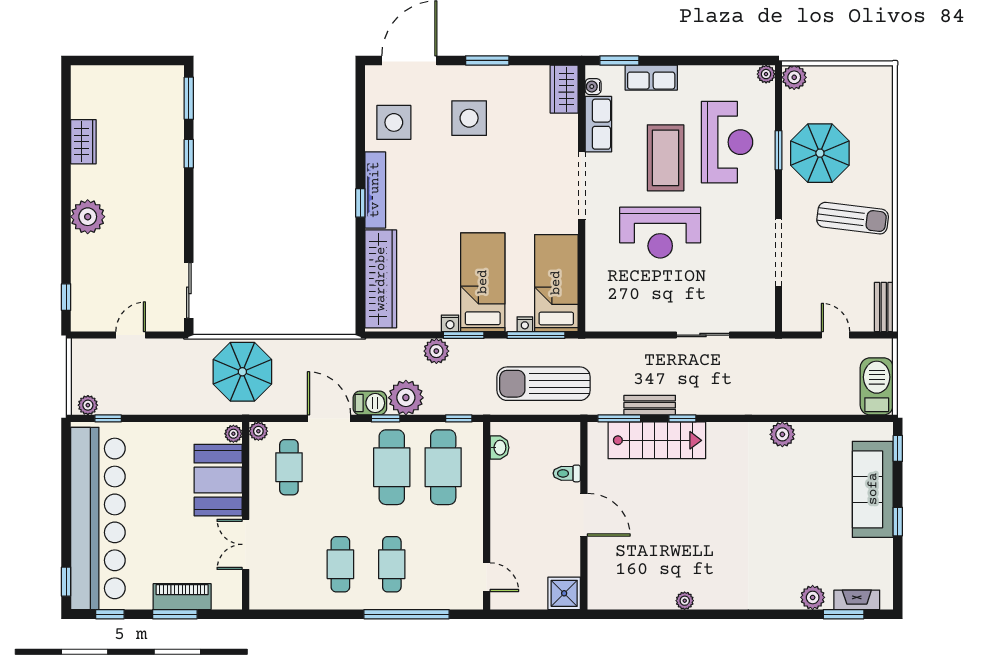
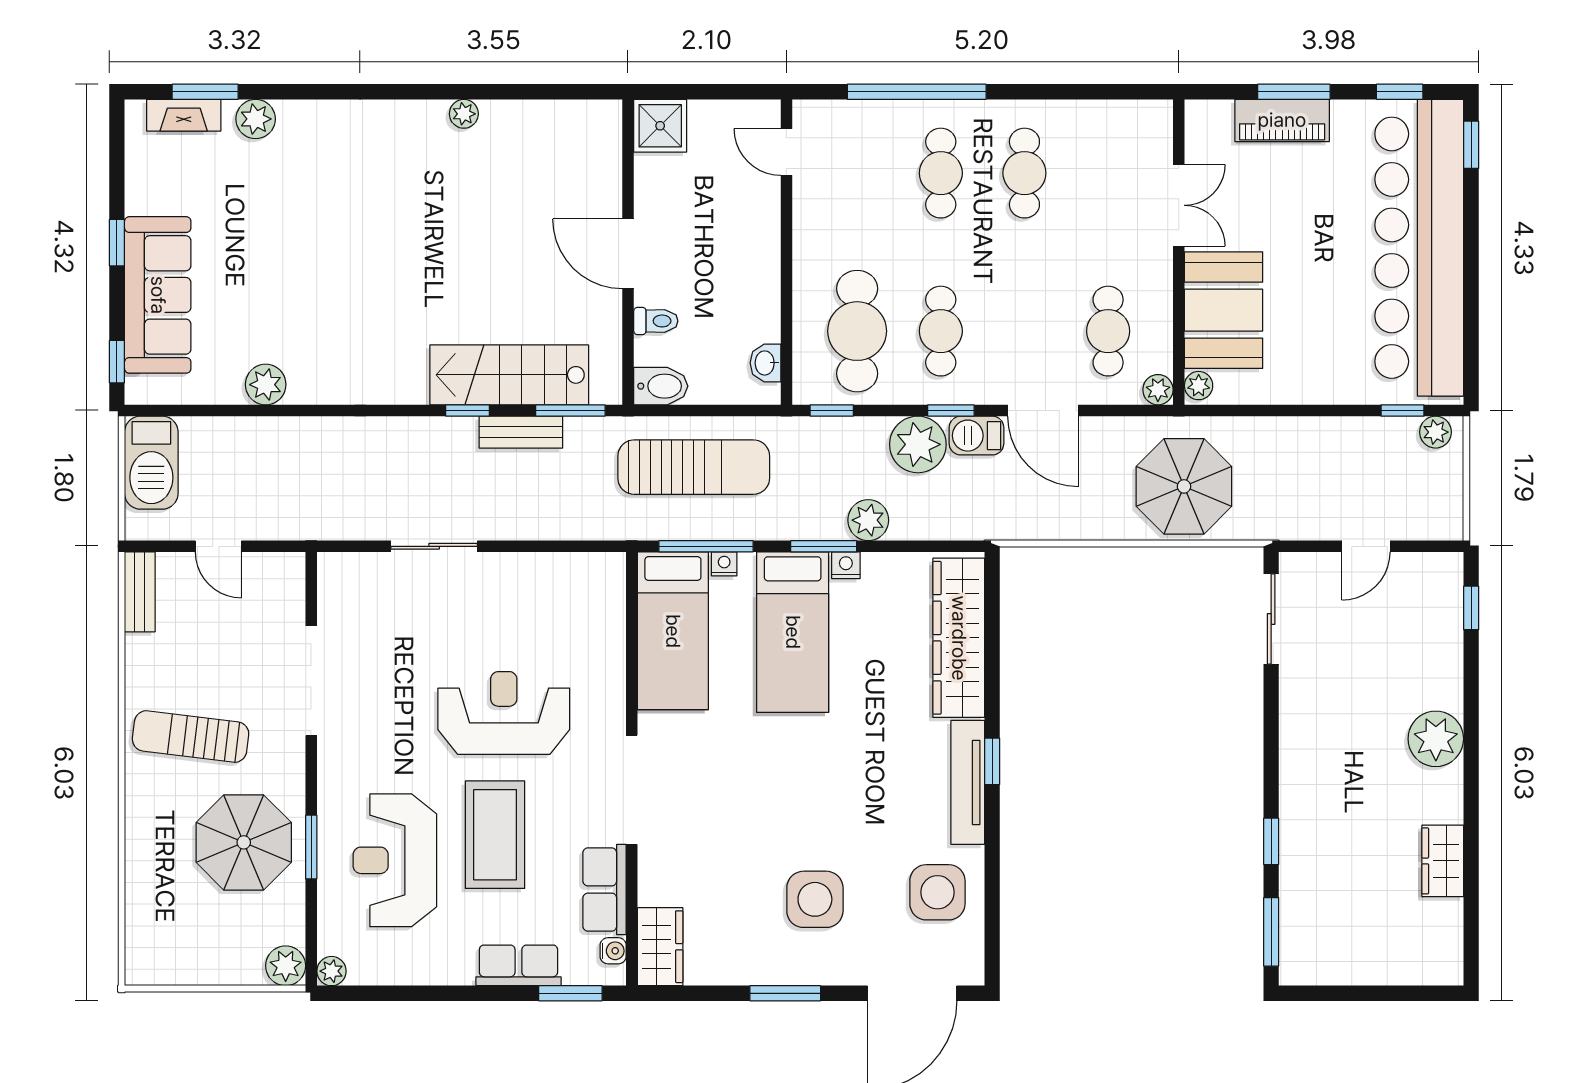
bidet: (564, 433) -> (661, 386), added
plant: (782, 434) -> (266, 385), moved
cafe table: (392, 467) -> (941, 331), width x0.73, depth x0.74

